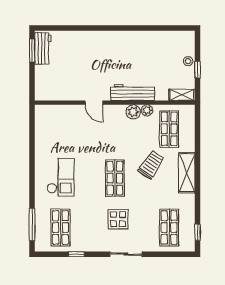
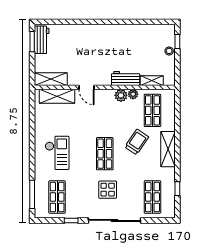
window: (197, 70) -> (177, 41), moved
shelving: (53, 93) -> (51, 79), added
workbench: (132, 93) -> (126, 79), width x0.73
shelving: (182, 95) -> (152, 81), moved
shelving: (60, 113) -> (57, 96), added
window: (197, 232) -> (177, 189), moved
sliding door: (126, 254) -> (115, 220), width x1.86

